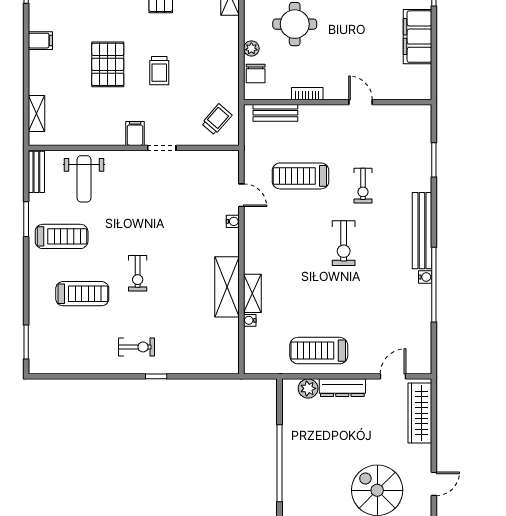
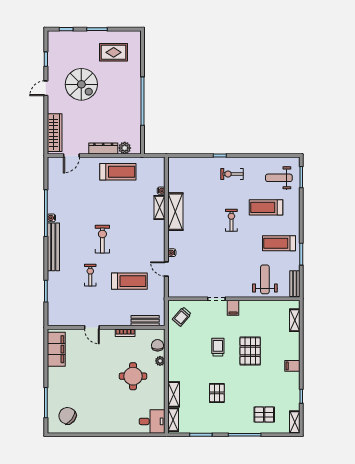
filing cabinet: (417, 37) -> (56, 349), moved
weight bench: (62, 341) -> (279, 178), added

